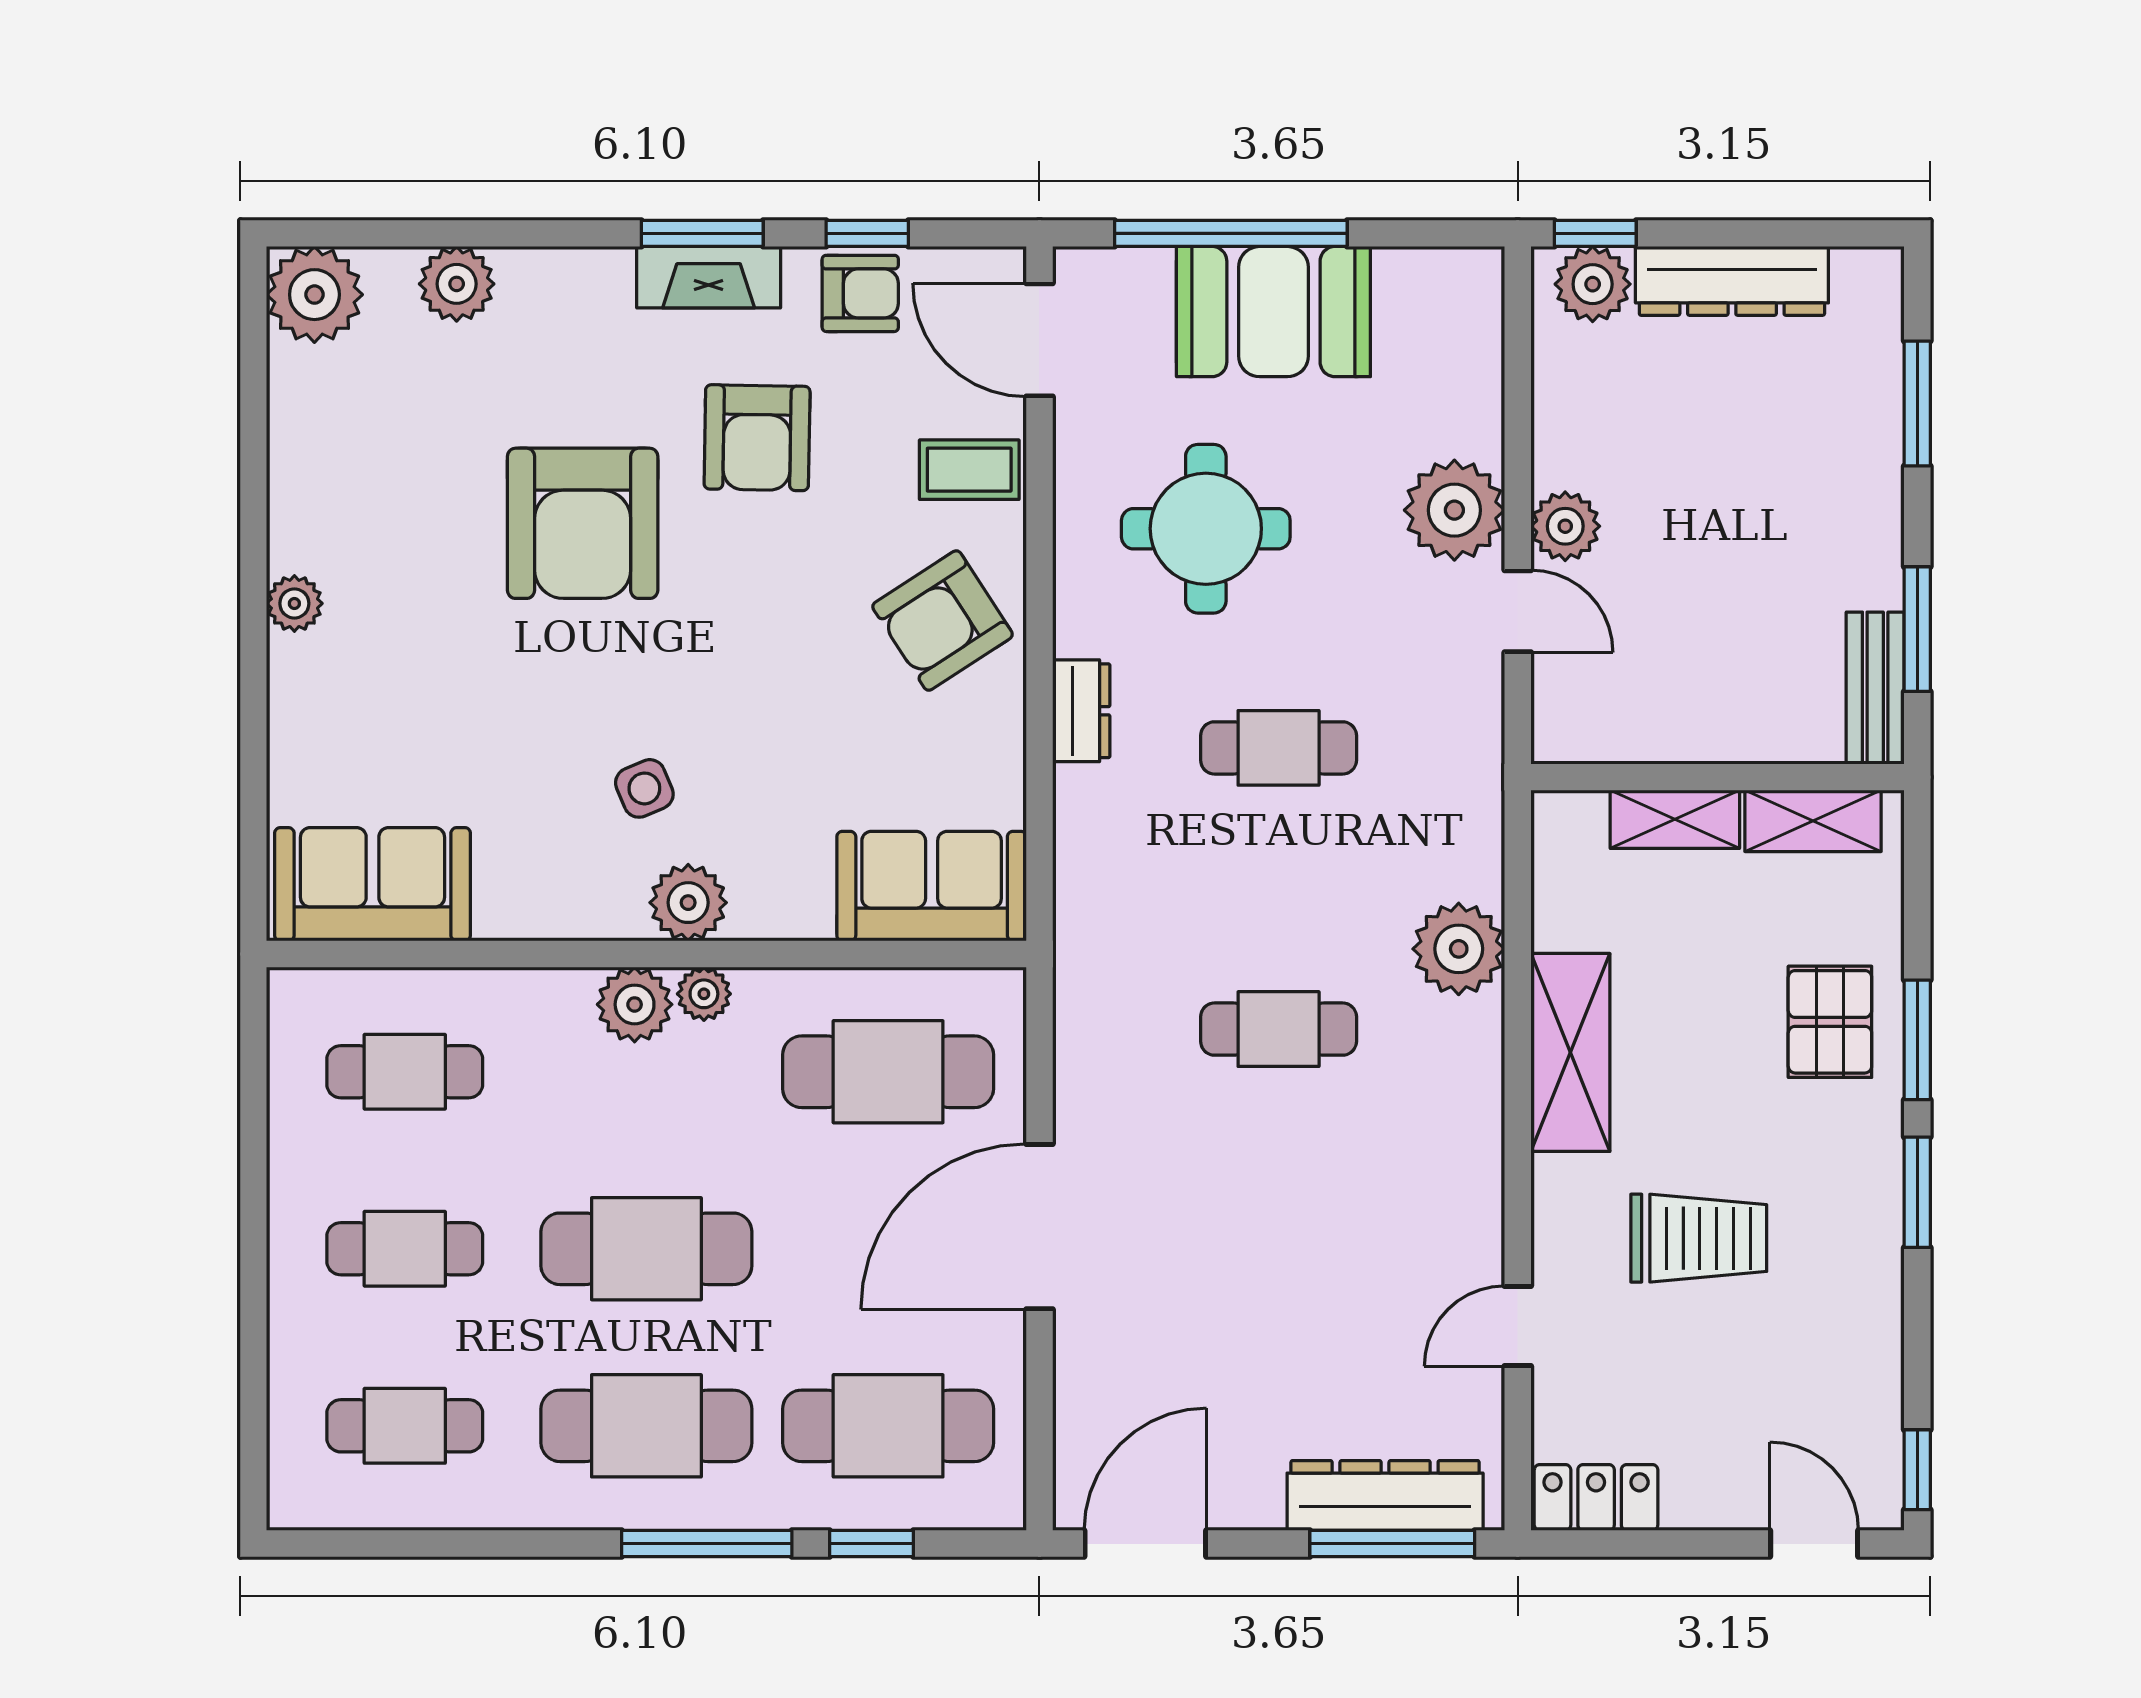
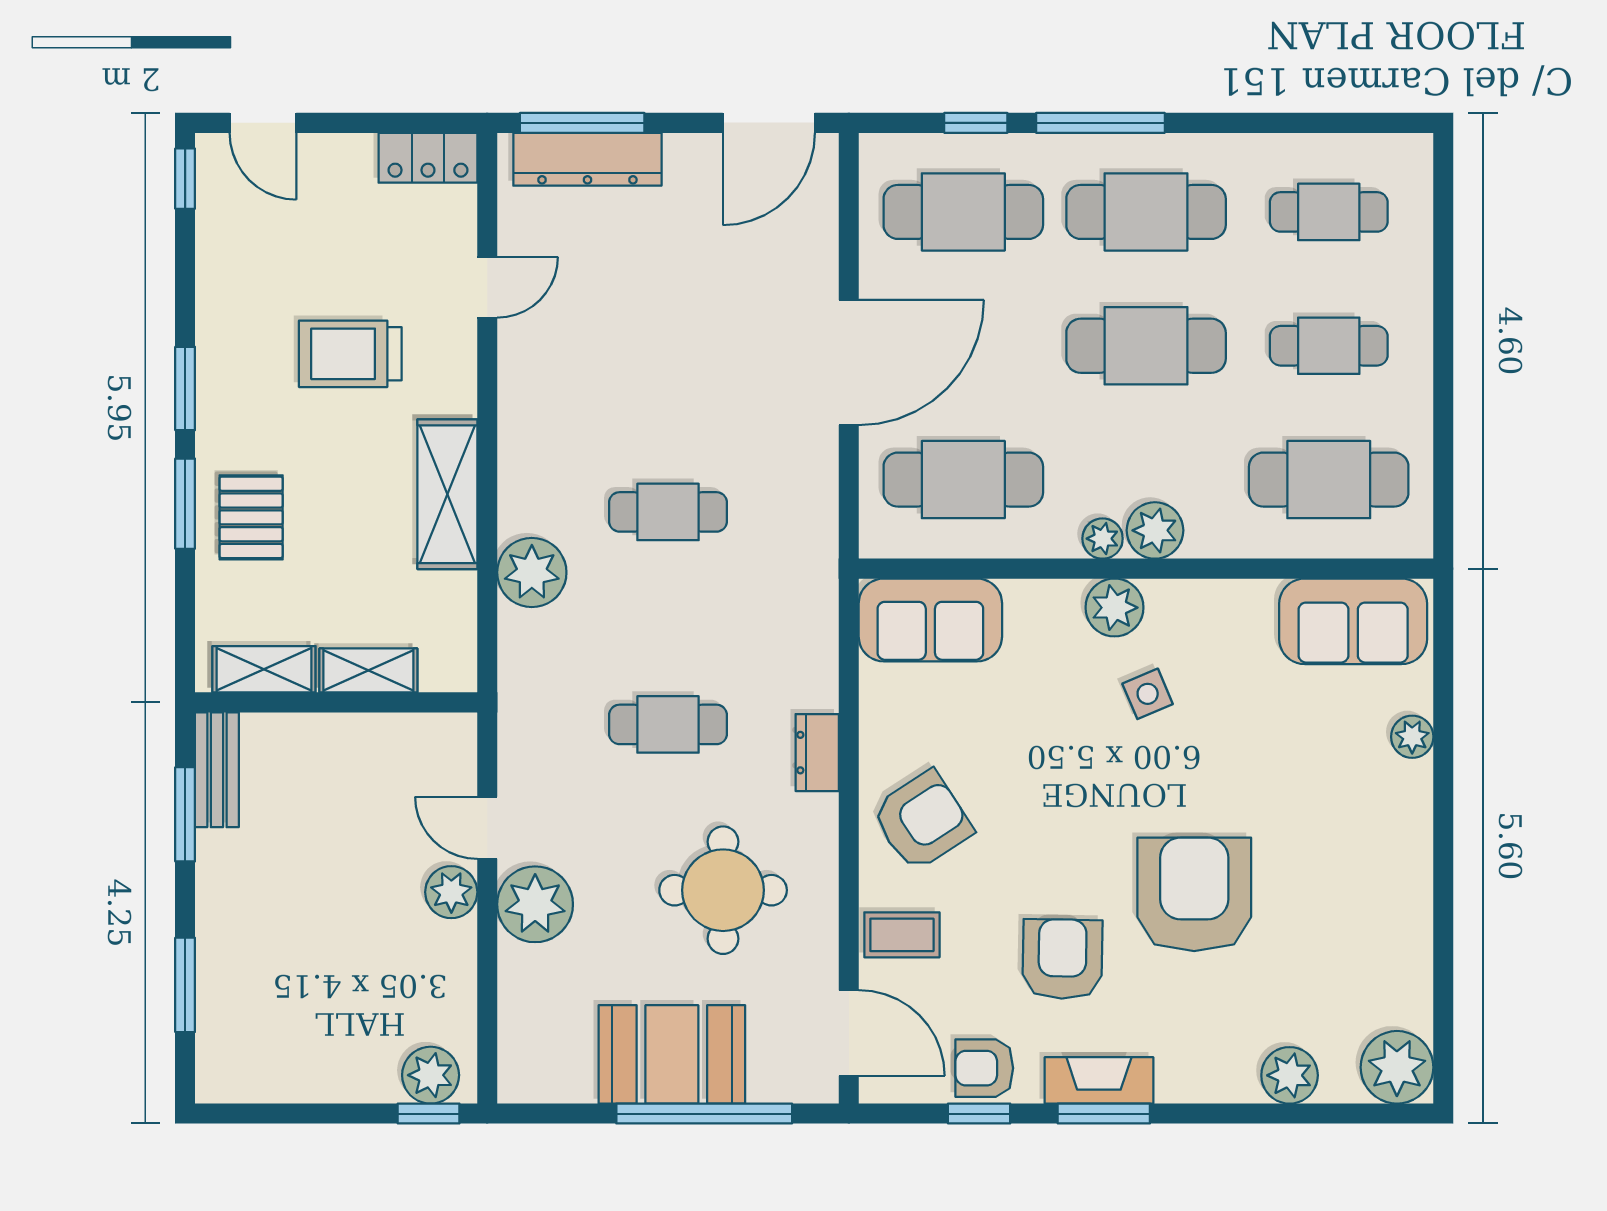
dresser: (1732, 281) -> (325, 1078), removed
plant: (294, 603) -> (1412, 737), moved
cafe table: (405, 1072) -> (1329, 480), width x1.37, depth x1.35

